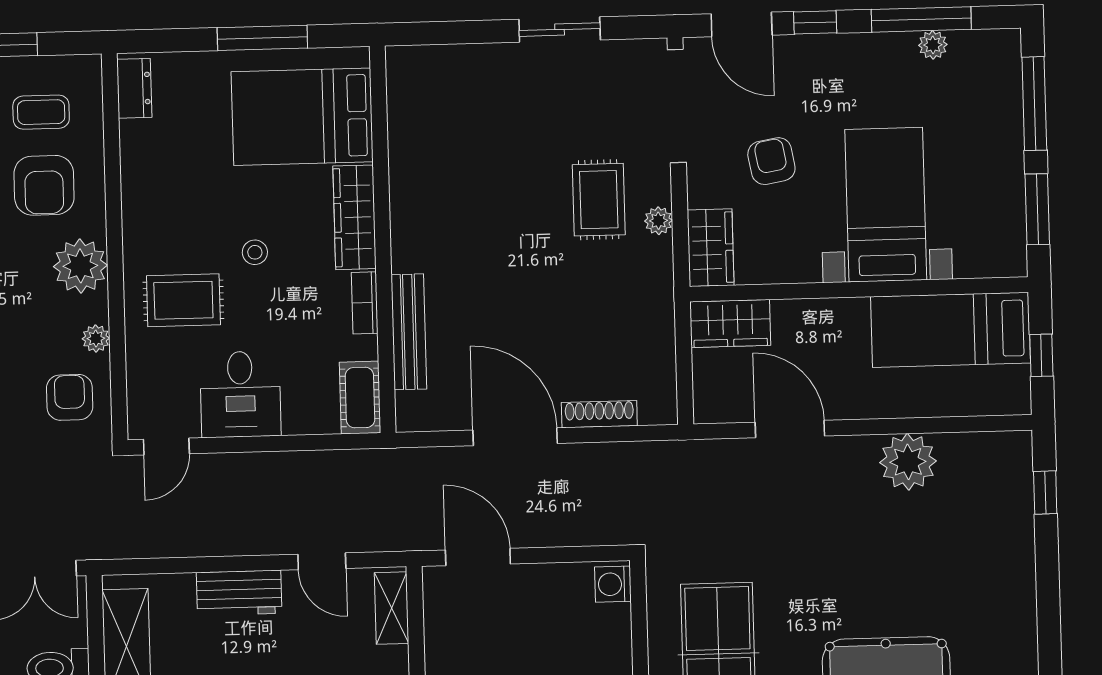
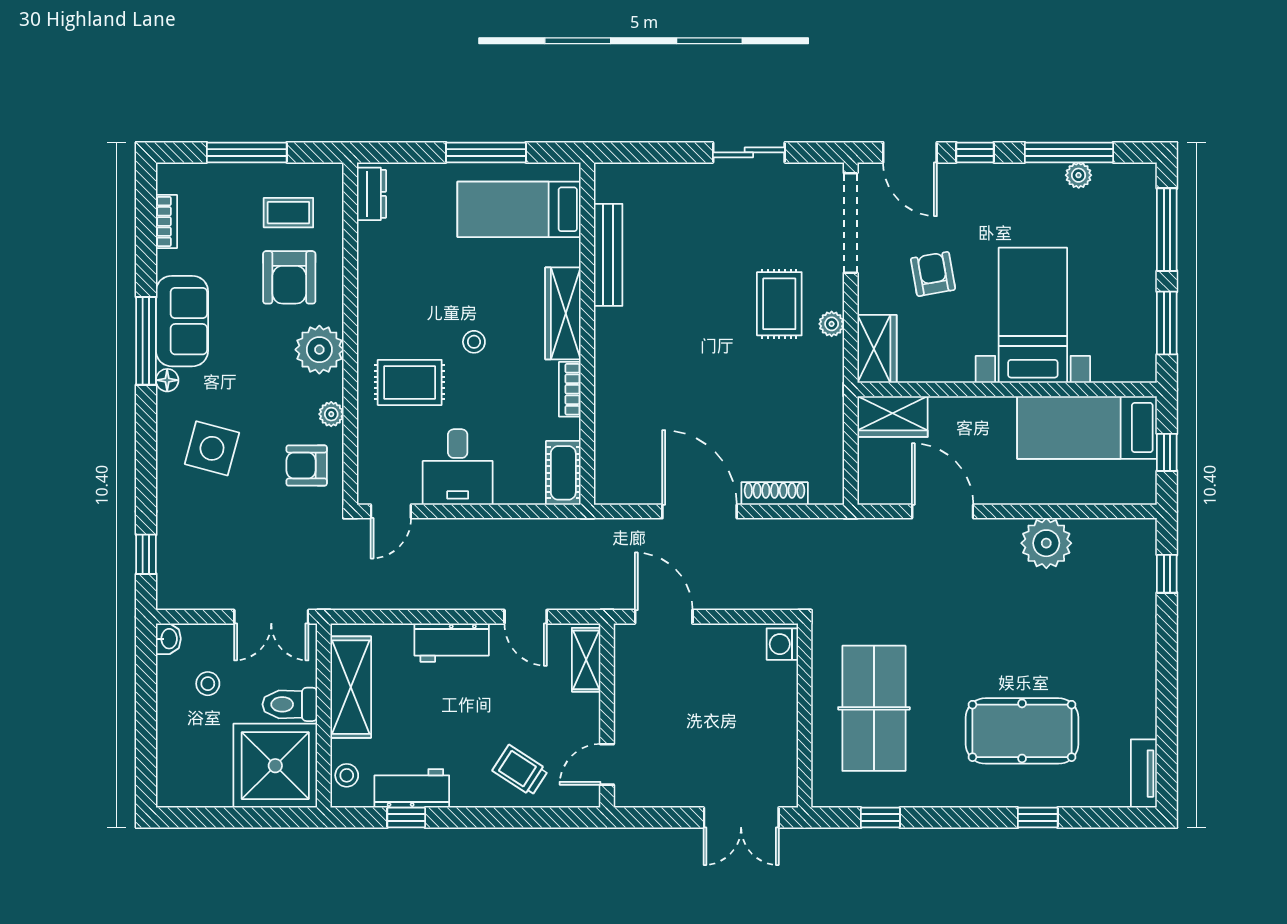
bed: (302, 117) -> (519, 209), width x0.67
bench: (409, 332) -> (608, 255), moved
armchair: (70, 397) -> (307, 466), turned -90

